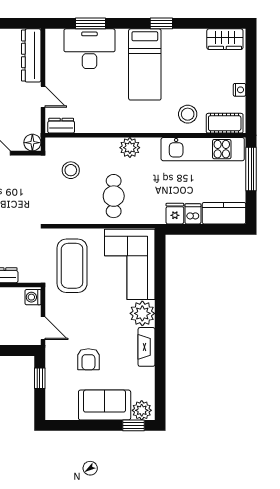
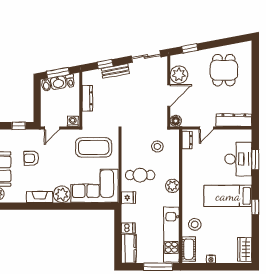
fridge: (175, 214) -> (128, 197), moved

